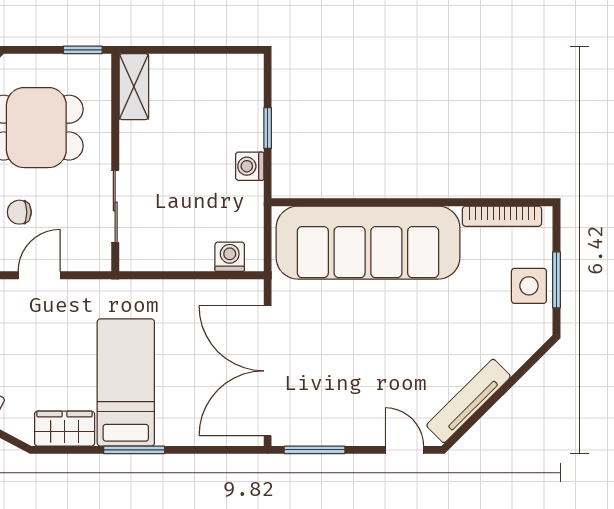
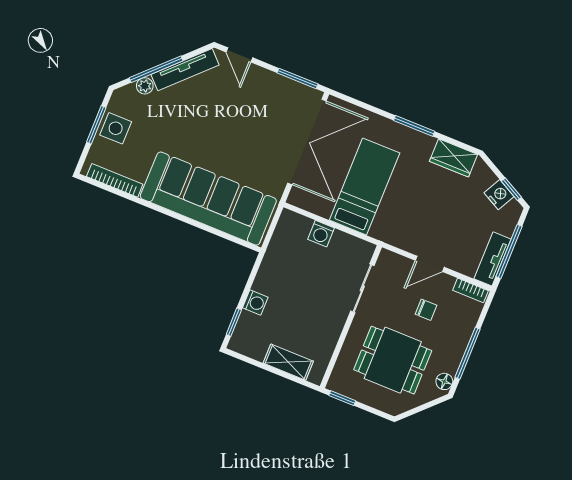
shelving: (134, 87) -> (288, 362), moved, turned 90
window: (268, 128) -> (234, 322), moved
washing machine: (250, 166) -> (255, 303), moved
washing machine: (230, 257) -> (321, 234), moved
plant: (513, 358) -> (145, 86), added
bed: (126, 382) -> (365, 187), moved, turned 180
window: (507, 386) -> (156, 69), added

